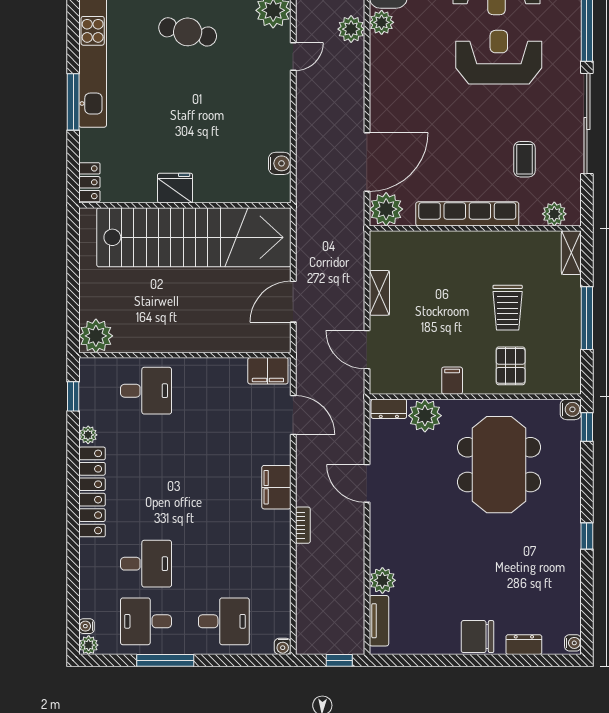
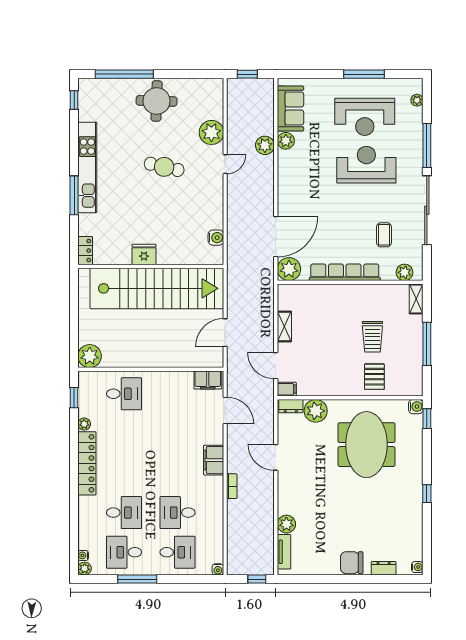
cafe table: (188, 32) -> (164, 167), moved
filing cabinet: (452, 381) -> (287, 389), moved, turned 90
desk: (224, 564) -> (178, 513), added

